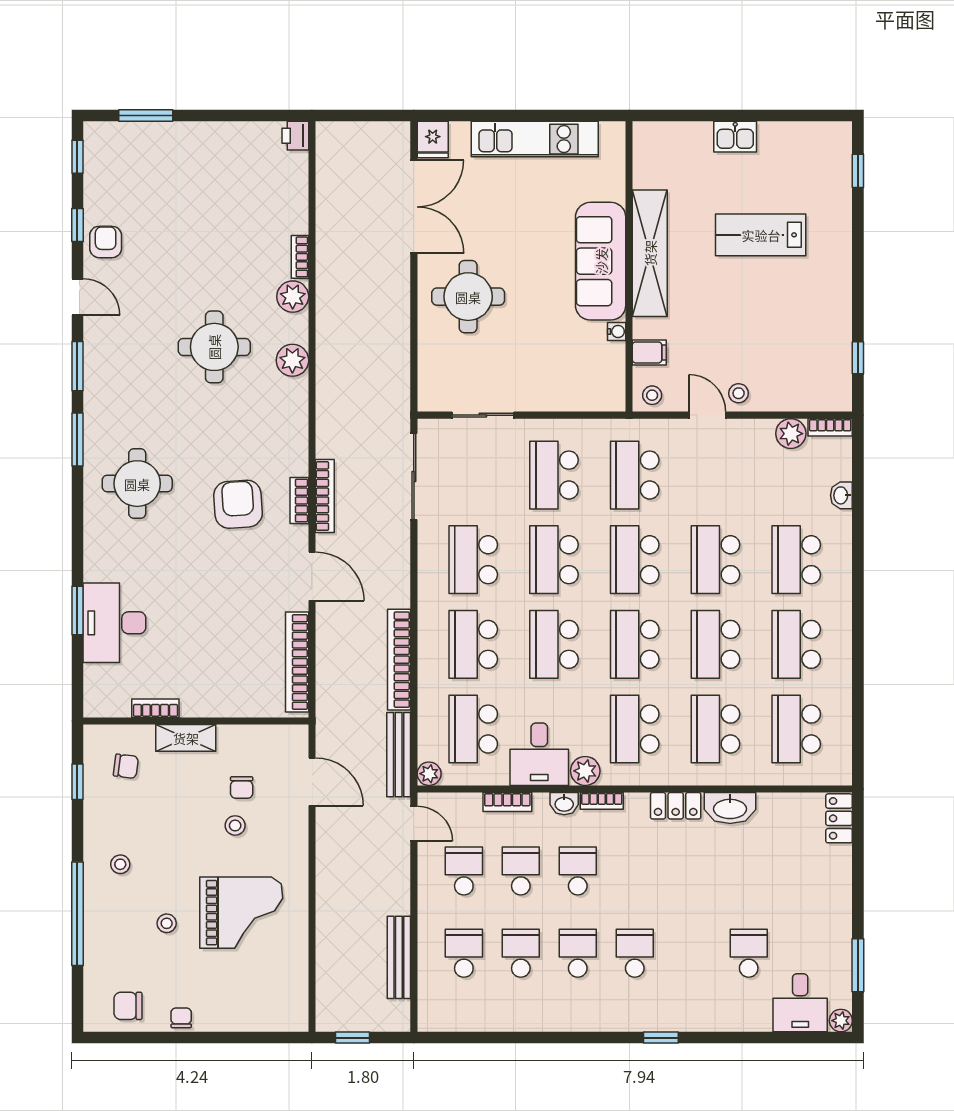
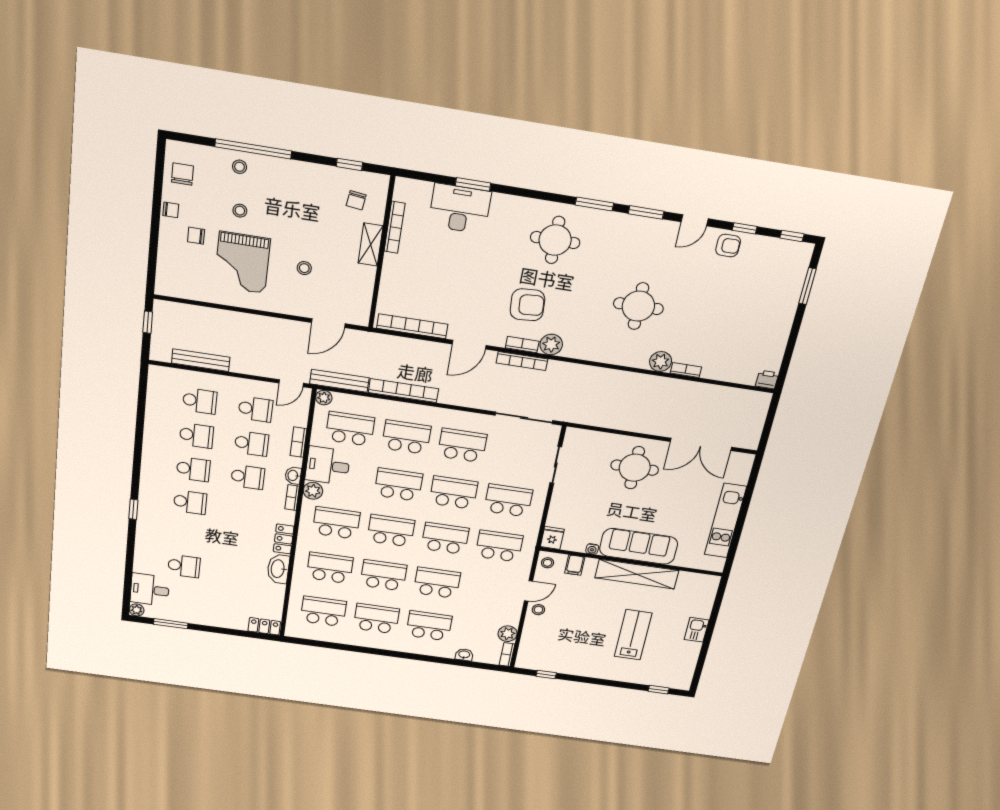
fridge: (433, 140) -> (552, 538), moved, turned 90
plant: (292, 360) -> (551, 344), moved
bookcase: (155, 708) -> (395, 227), width x1.56
chair: (242, 787) -> (196, 236), moved
stool: (120, 864) -> (240, 167), moved

